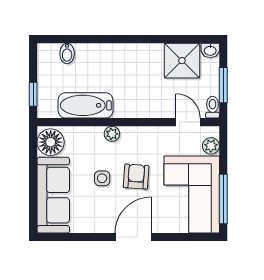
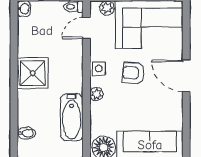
shower: (182, 61) -> (33, 73), moved
side table: (102, 178) -> (99, 69), moved

